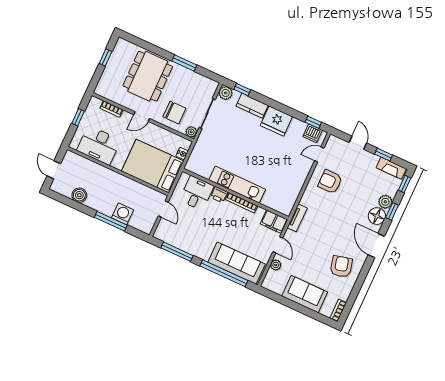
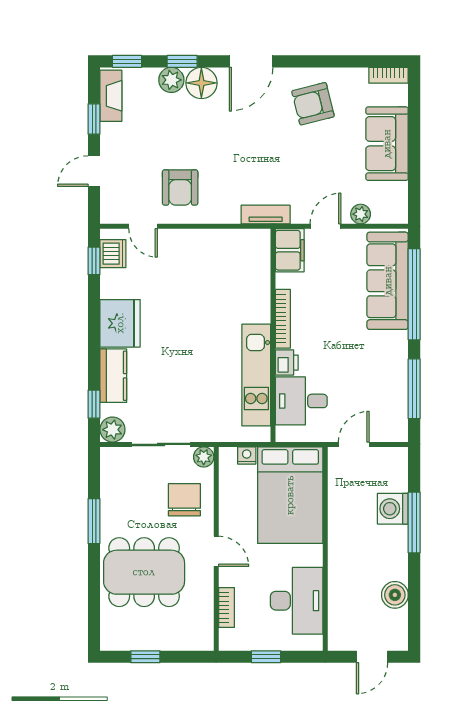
kitchen unit: (237, 185) -> (256, 375), moved

